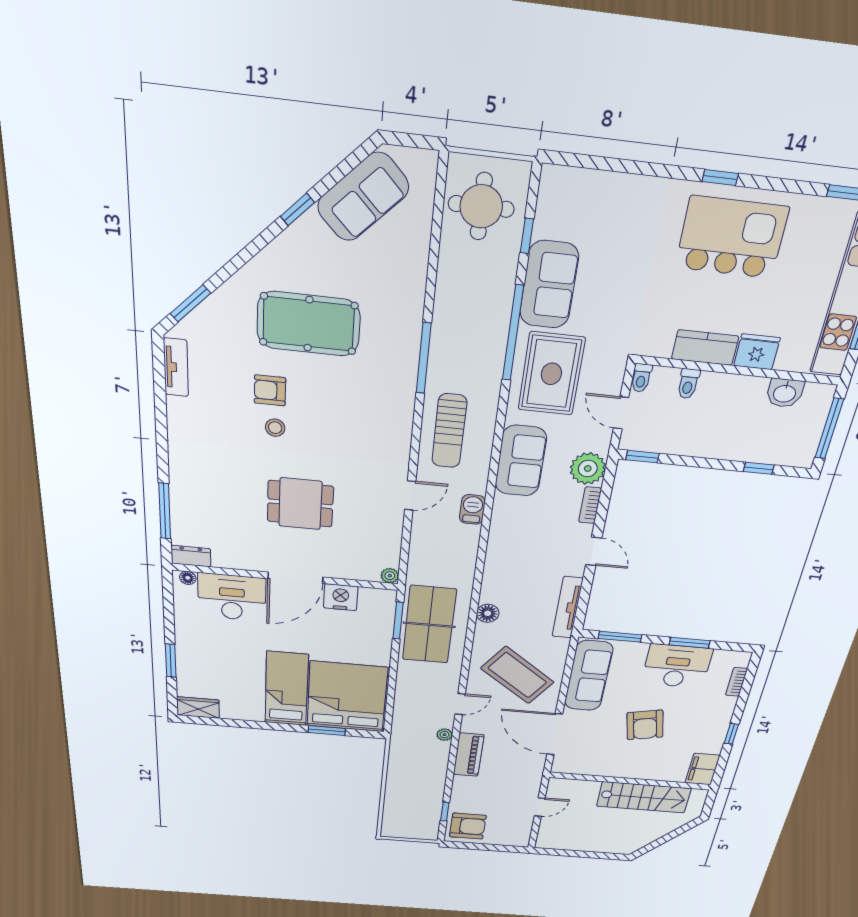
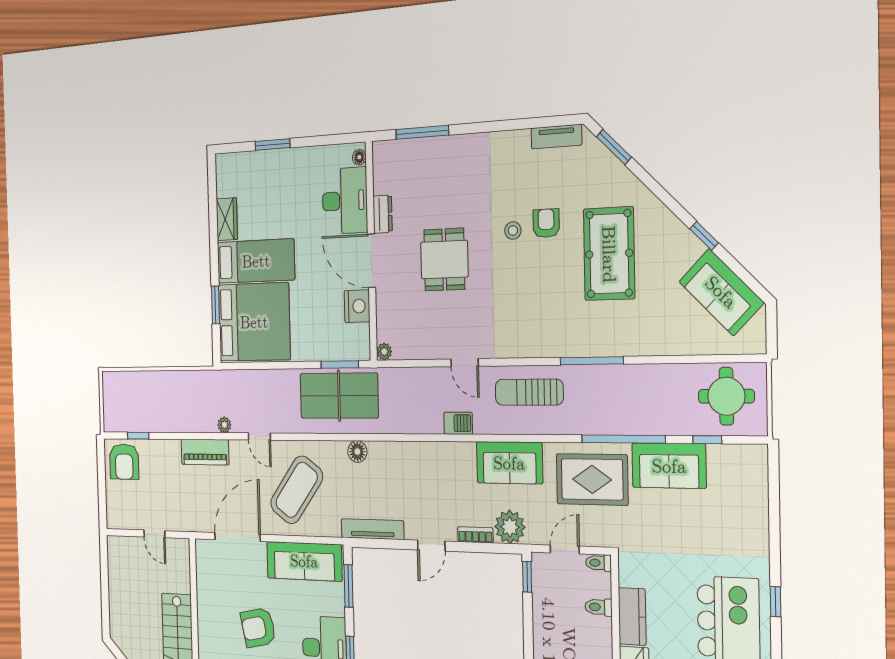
dresser: (191, 556) -> (383, 214), moved
wardrobe: (198, 708) -> (227, 219), moved

